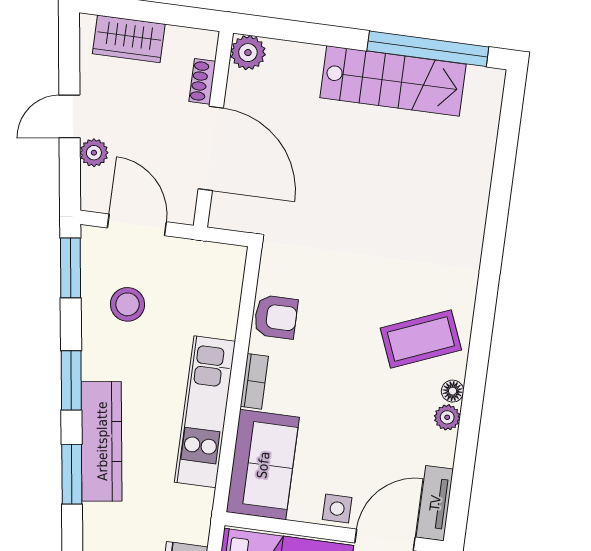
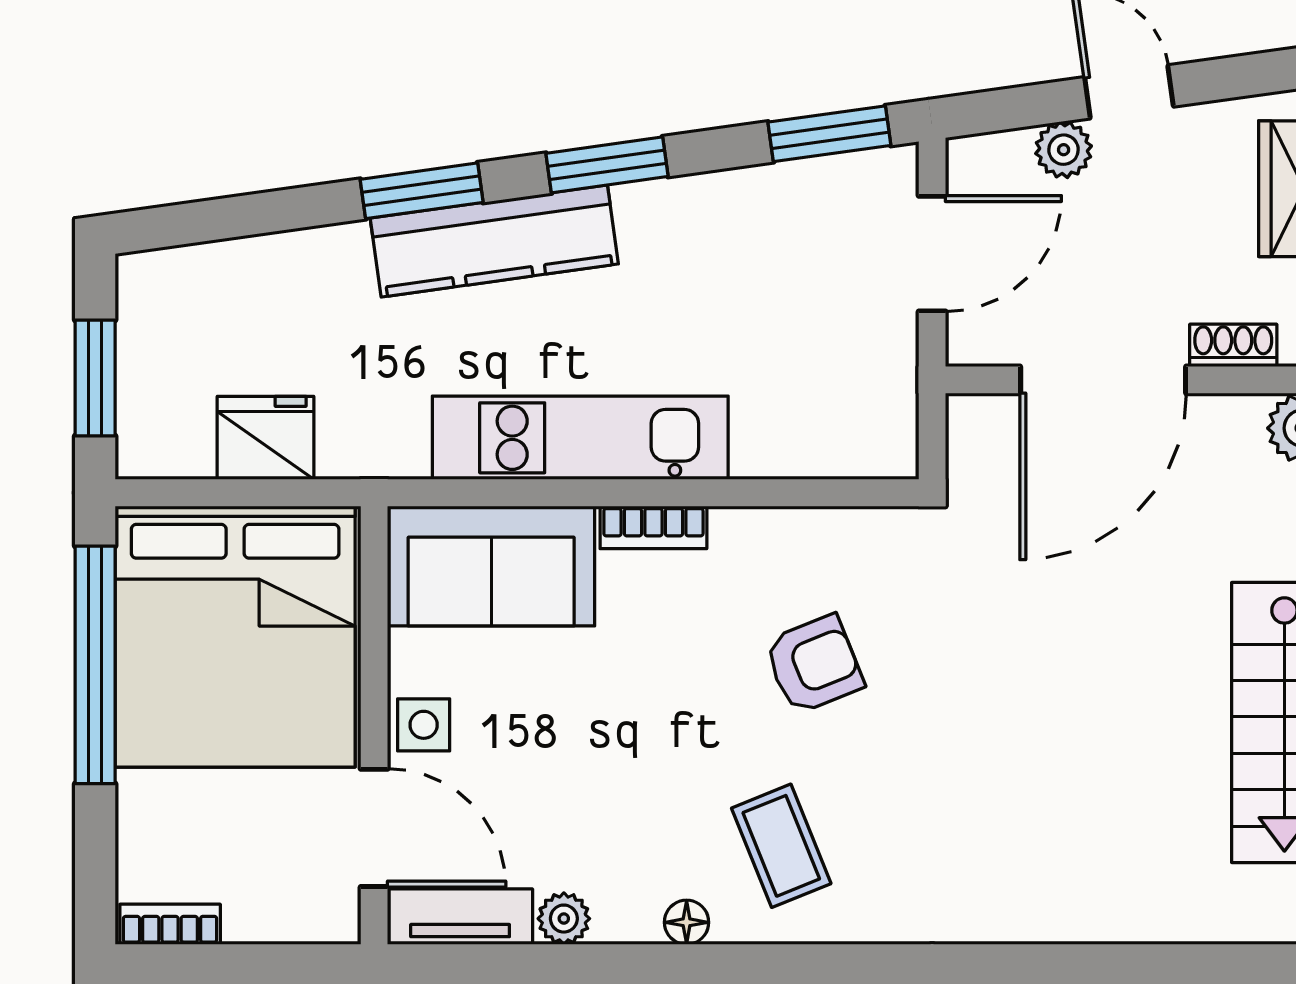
stool: (127, 304) -> (772, 256), removed
armchair: (276, 317) -> (814, 664), moved, turned -112
coffee table: (421, 339) -> (781, 846), width x0.73, depth x0.77
plant: (447, 417) -> (564, 919), moved

